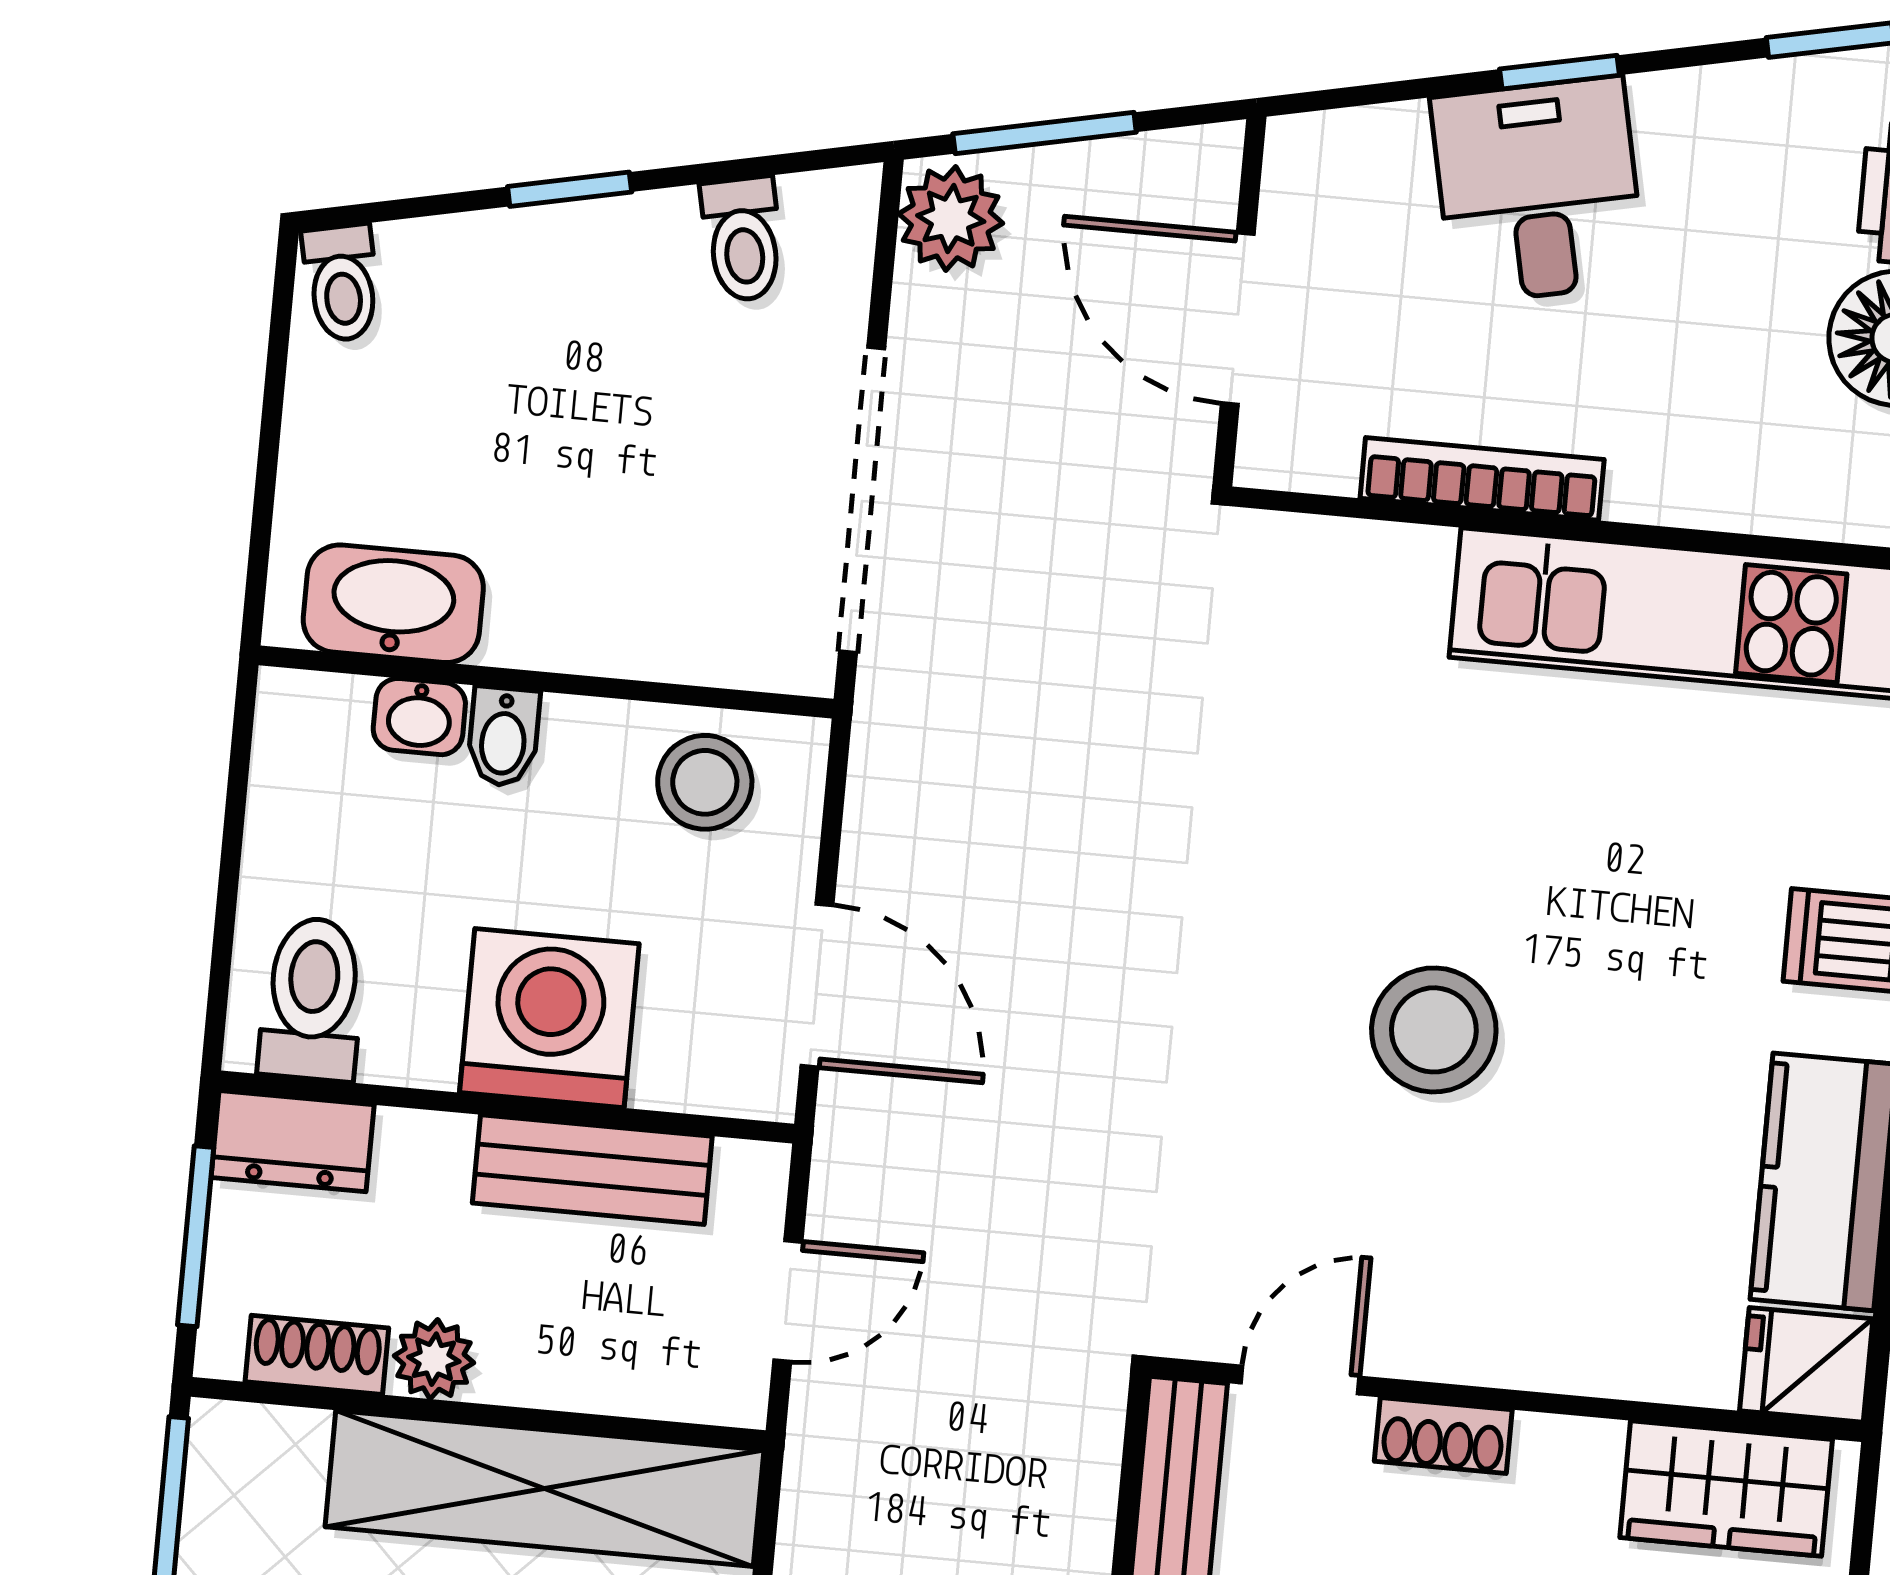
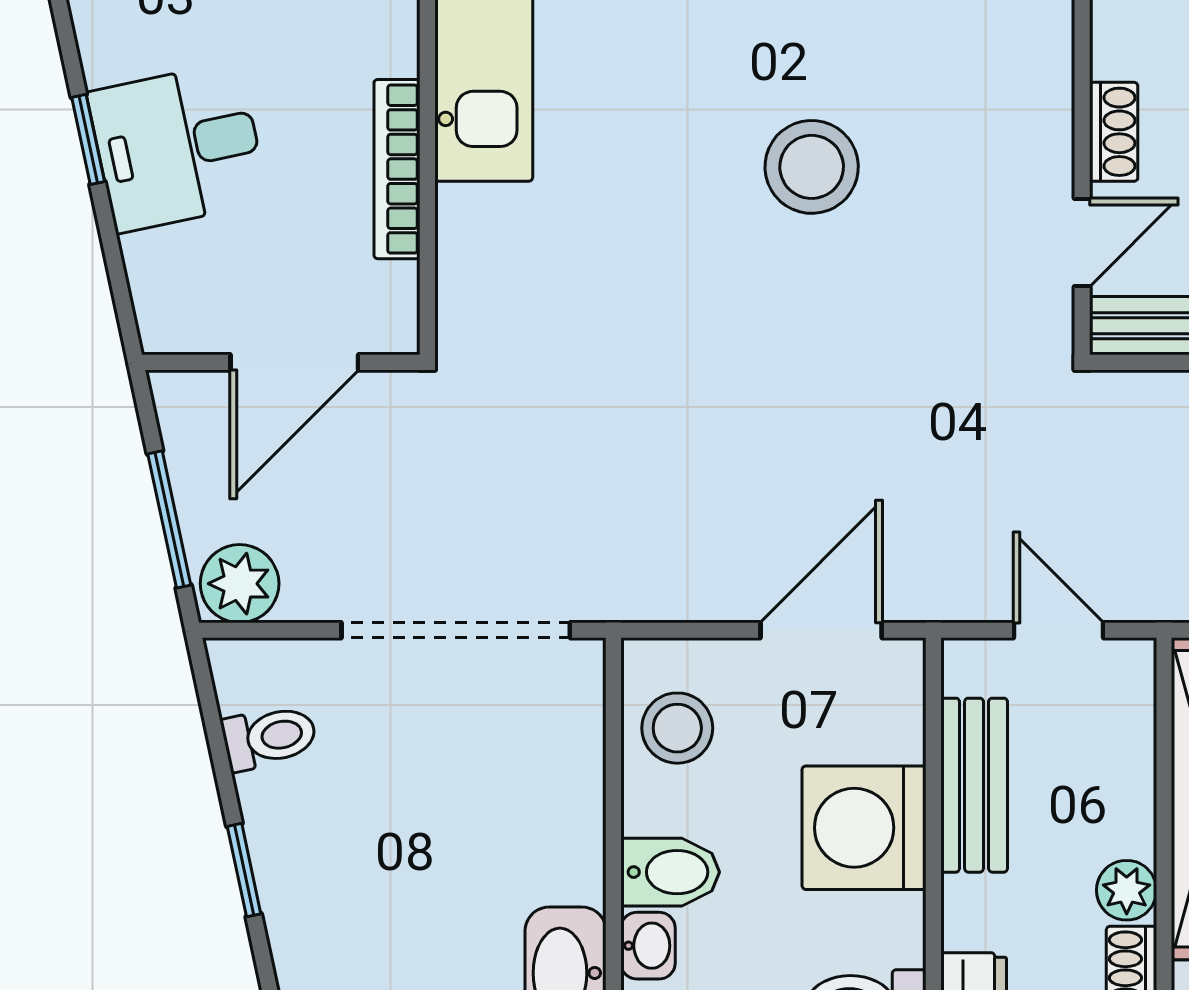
bidet: (503, 737) -> (670, 872), width x1.38, depth x1.36
door: (1300, 1380) -> (1082, 242), swing flipped

